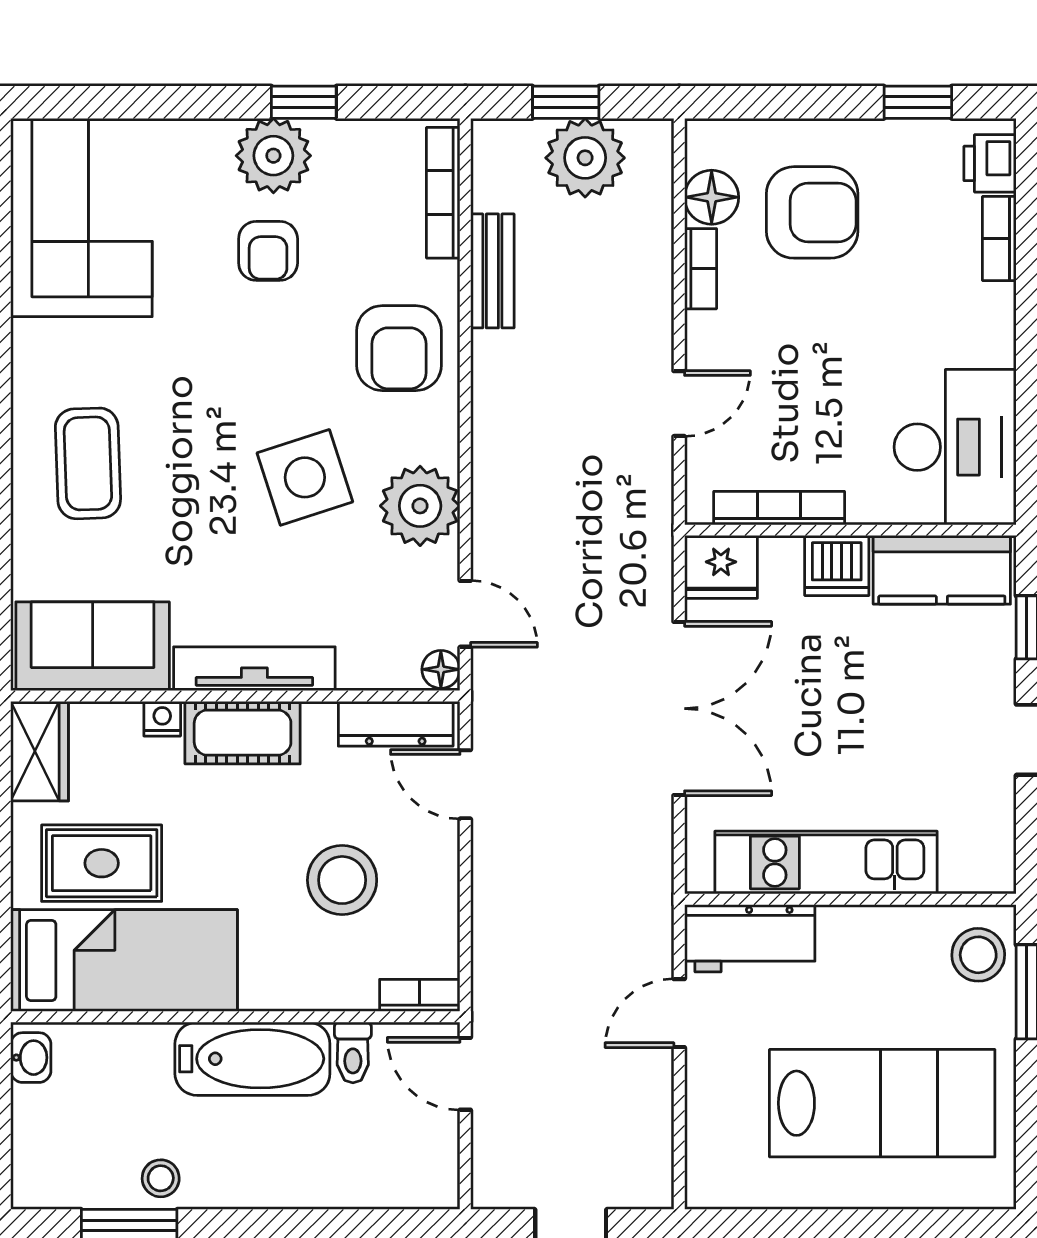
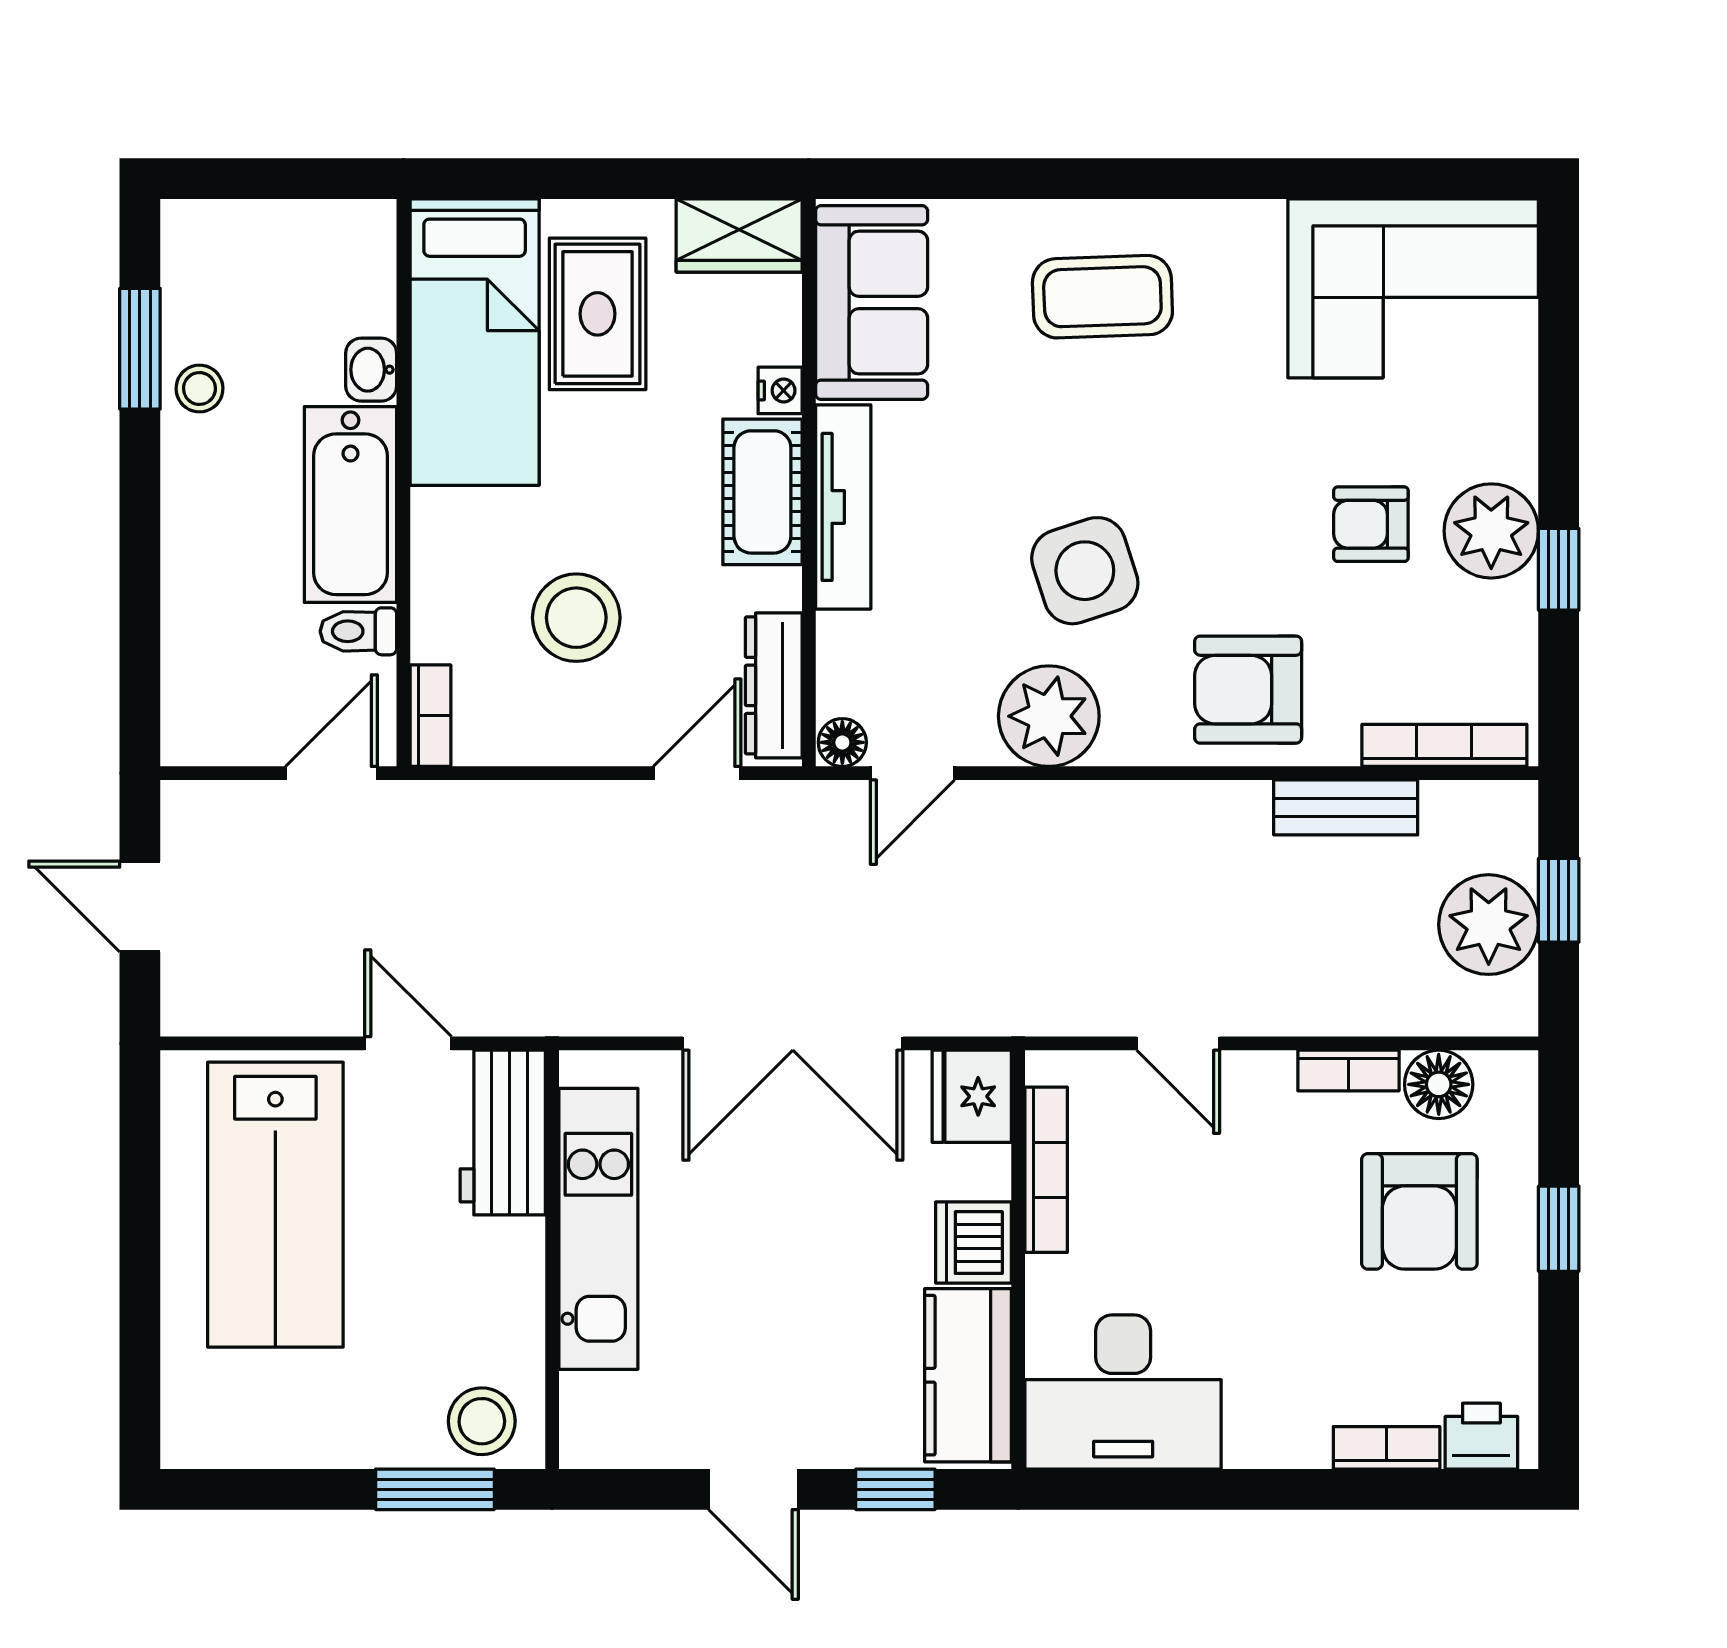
window: (918, 102) -> (1559, 1229), moved
washbasin: (31, 1058) -> (371, 370), moved, turned 90
lab bench: (882, 1103) -> (275, 1205), moved

